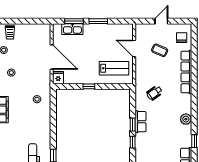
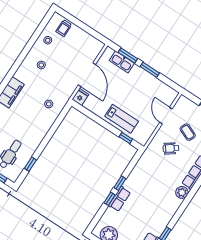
lab bench: (114, 68) -> (122, 119), moved
window: (89, 86) -> (126, 138), moved
wheelchair: (154, 93) -> (171, 148), moved
plant: (186, 119) -> (182, 192), moved
row of seats: (141, 122) -> (120, 199), moved

